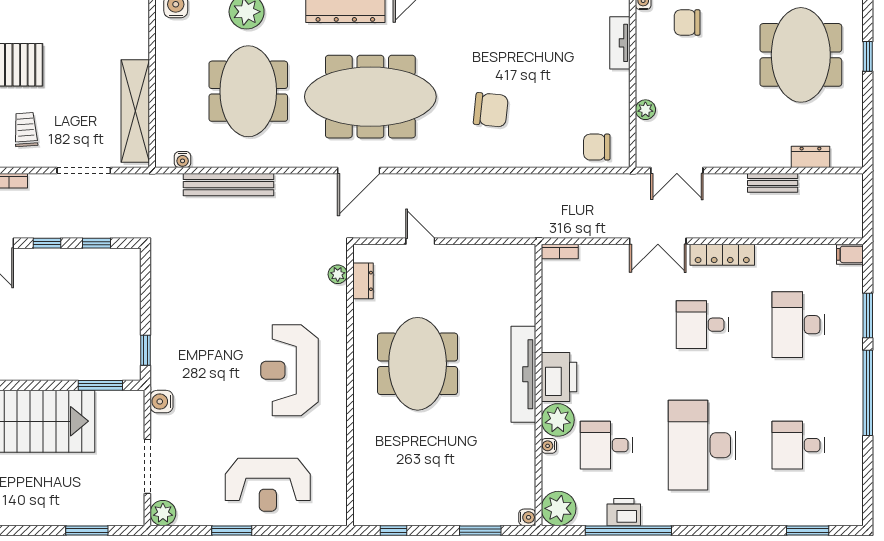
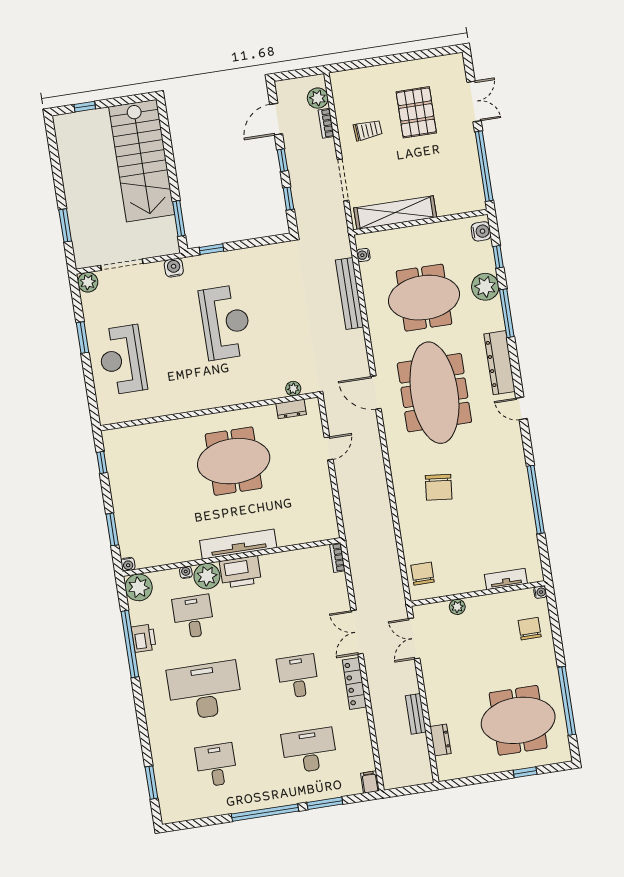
reception desk: (290, 370) -> (226, 322), moved, turned 90

